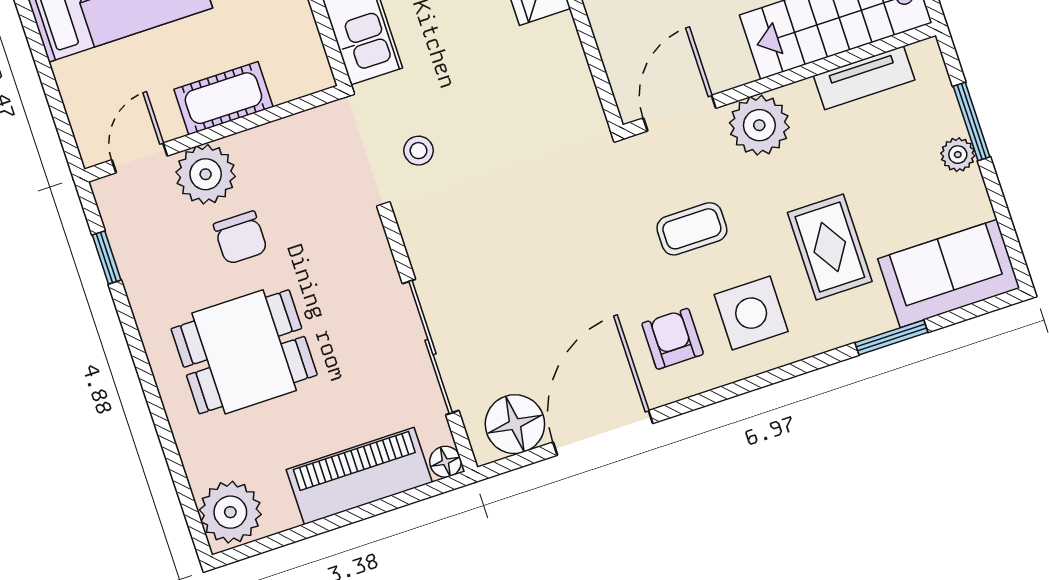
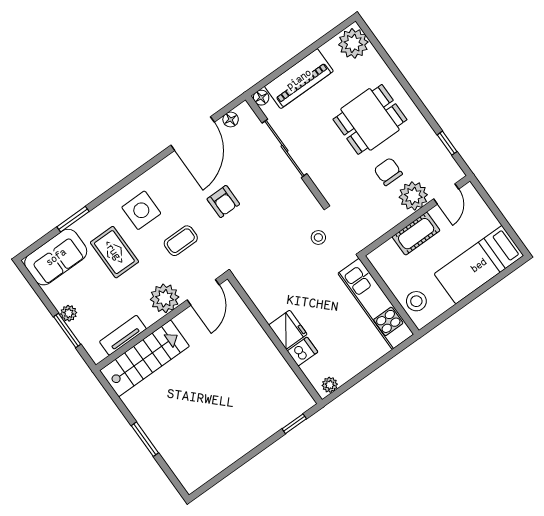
armchair: (673, 339) -> (223, 202), moved
floor lamp: (515, 424) -> (231, 120), width x0.53, depth x0.53

